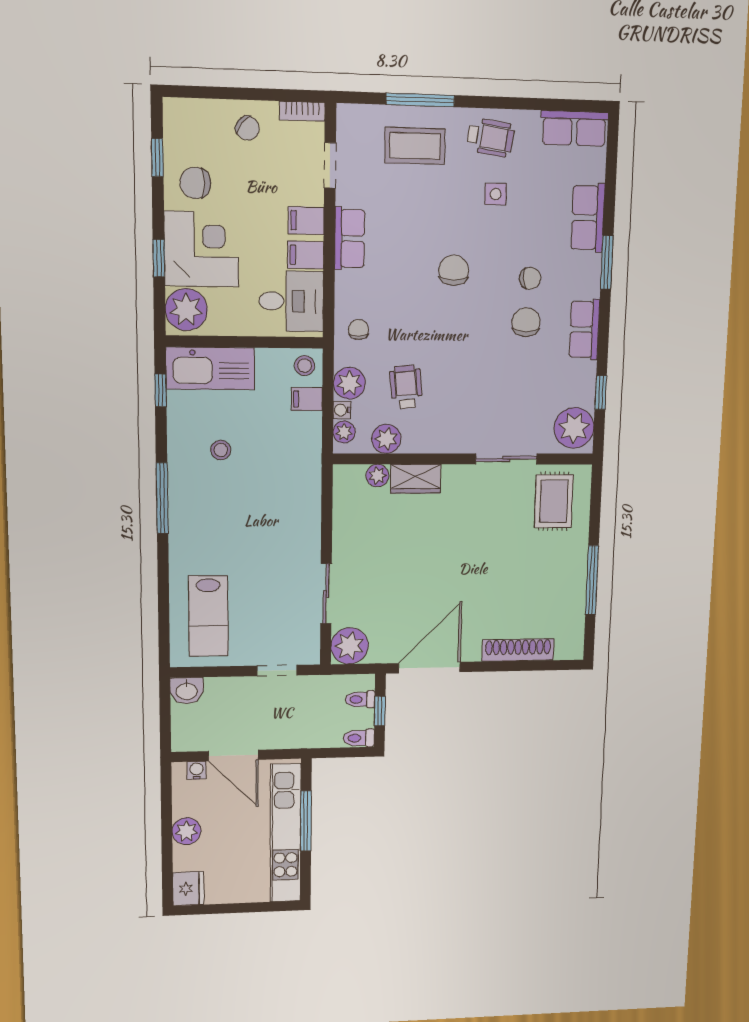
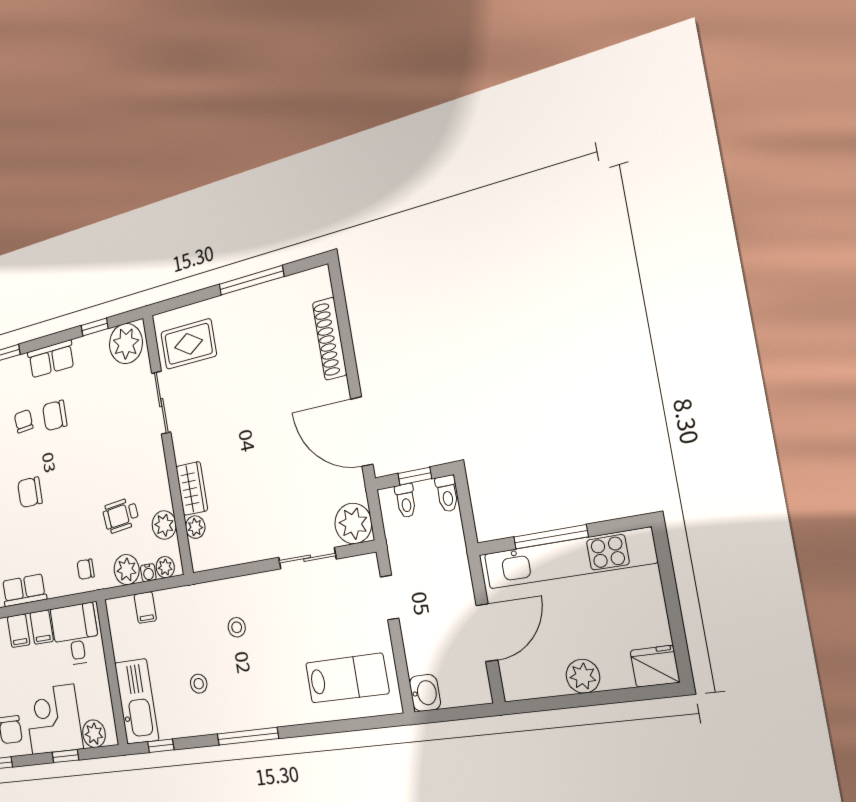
plant: (186, 310) -> (94, 734), width x0.73, depth x0.73
stool: (305, 366) -> (237, 627), moved
water cooler: (197, 770) -> (510, 672), removed

